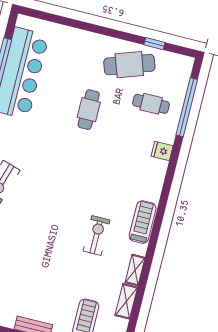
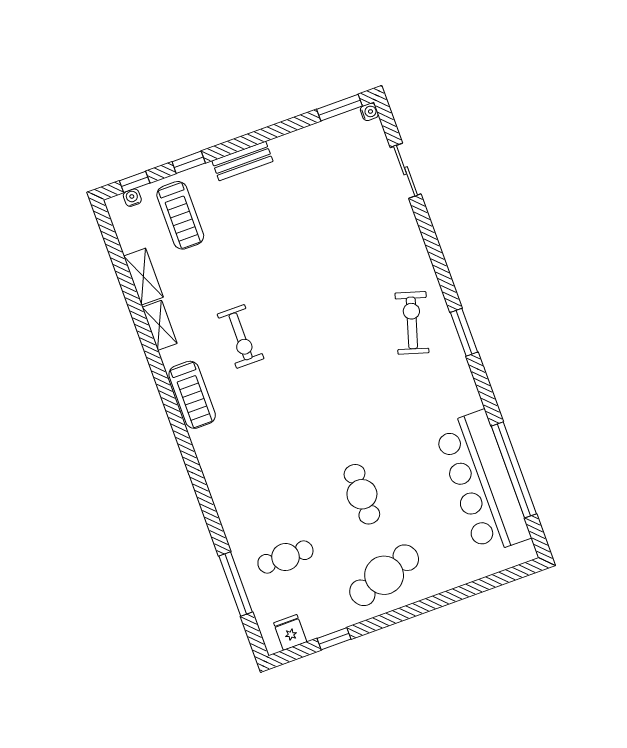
cafe table: (129, 65) -> (384, 575), moved
window: (187, 107) -> (236, 584), width x0.68
fridge: (162, 151) -> (290, 632), moved, turned -90

